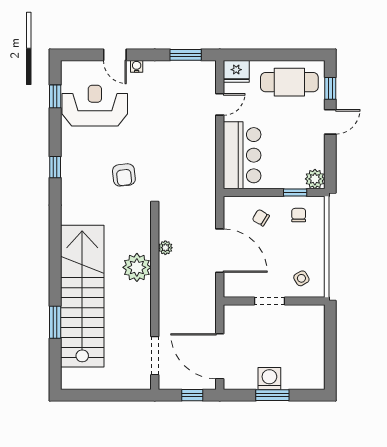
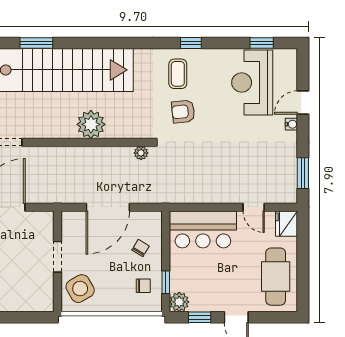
window: (330, 88) -> (200, 317), moved
reception desk: (95, 106) -> (252, 83), turned 180
coffee table: (86, 180) -> (178, 74), added
plant: (165, 248) -> (141, 153), moved
side table: (301, 278) -> (80, 289), width x1.87, depth x1.87

